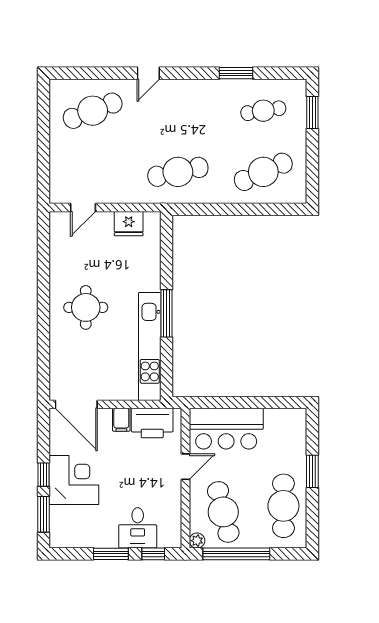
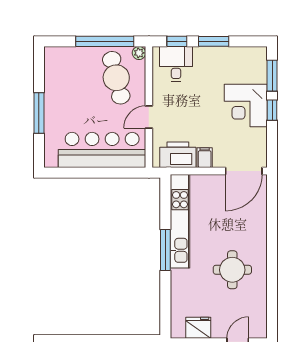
round table: (86, 307) -> (232, 270), moved
door: (76, 404) -> (244, 171), swing flipped
bar counter: (226, 429) -> (102, 150), width x1.36
window: (312, 471) -> (39, 113), width x1.44
cafe table: (283, 506) -> (64, 83), removed
desk: (138, 528) -> (176, 64), moved

